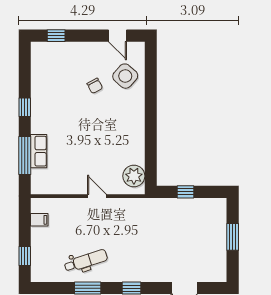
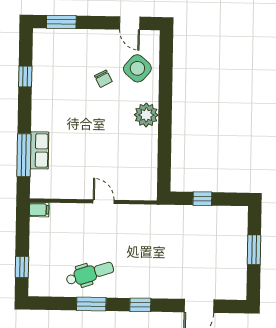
window: (56, 36) -> (61, 22), width x1.50
window: (25, 107) -> (25, 77), moved
plant: (134, 176) -> (146, 115), moved
filing cabinet: (39, 220) -> (39, 210), moved

